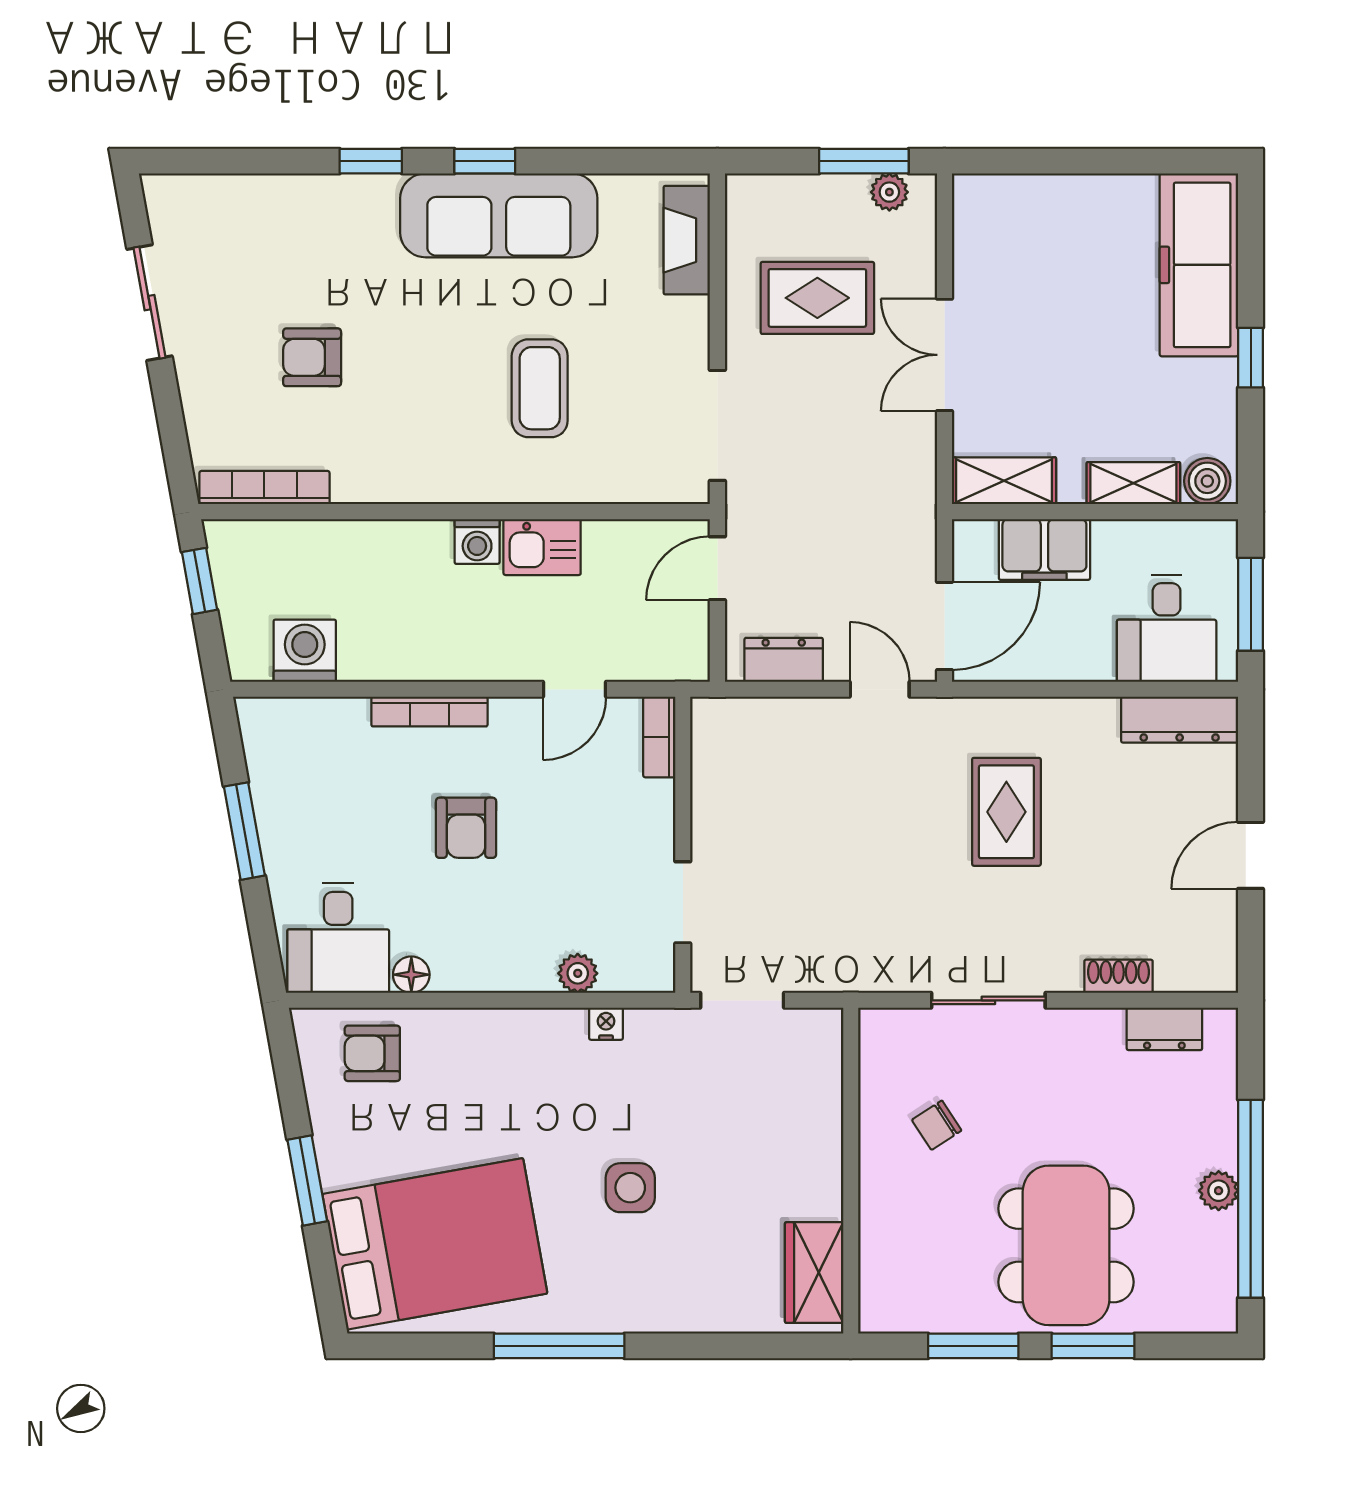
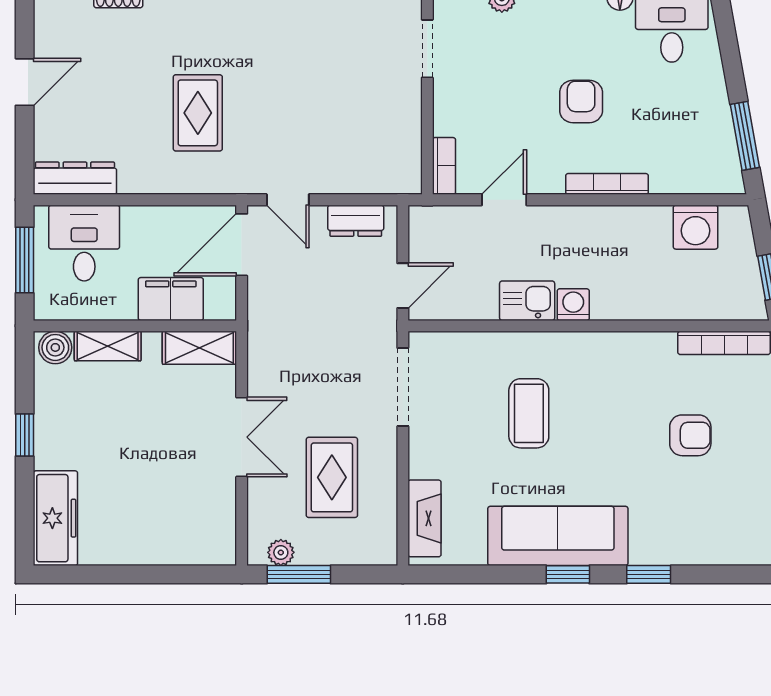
freezer: (1199, 265) -> (55, 518), width x0.73, depth x0.79
rug: (817, 298) -> (332, 477), turned 90
window: (244, 831) -> (745, 136), moved

